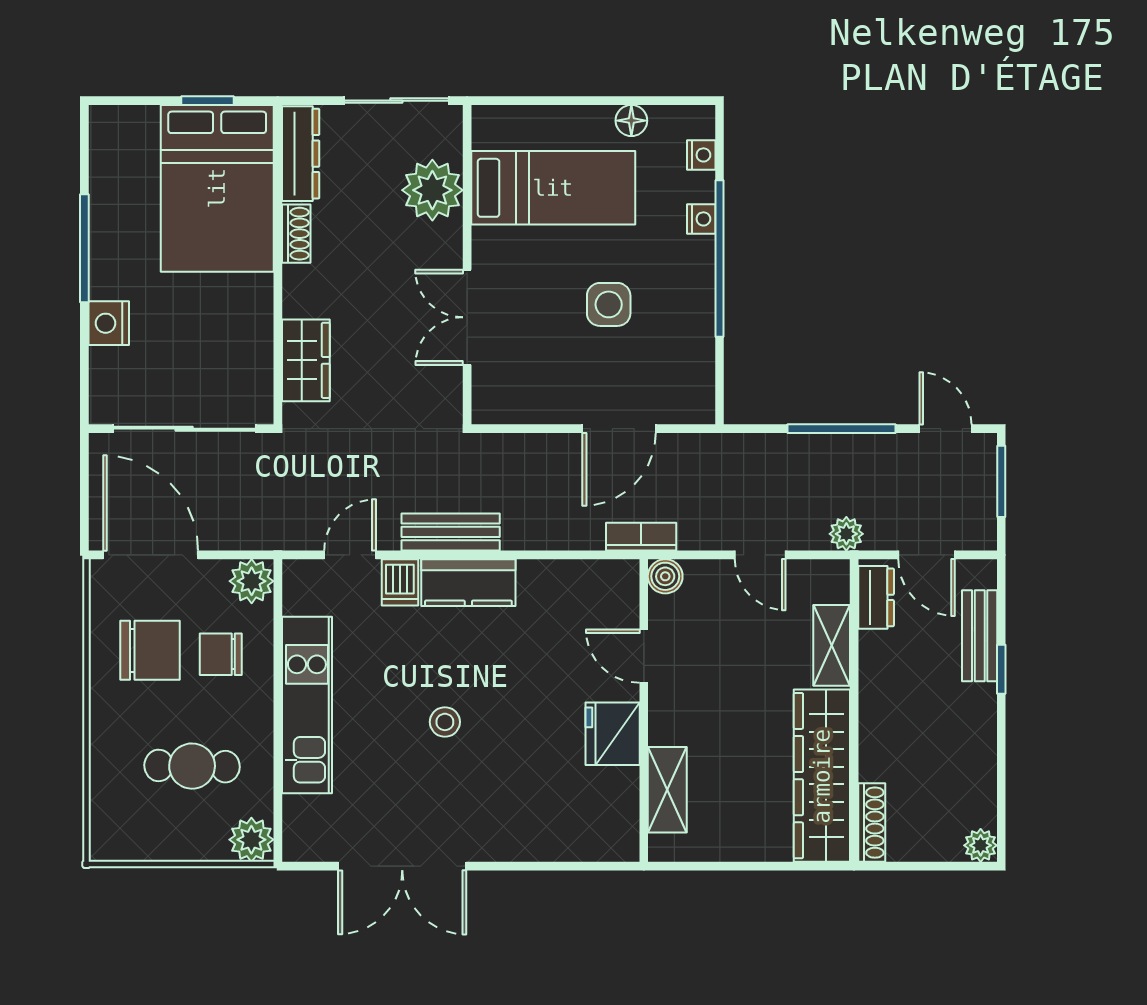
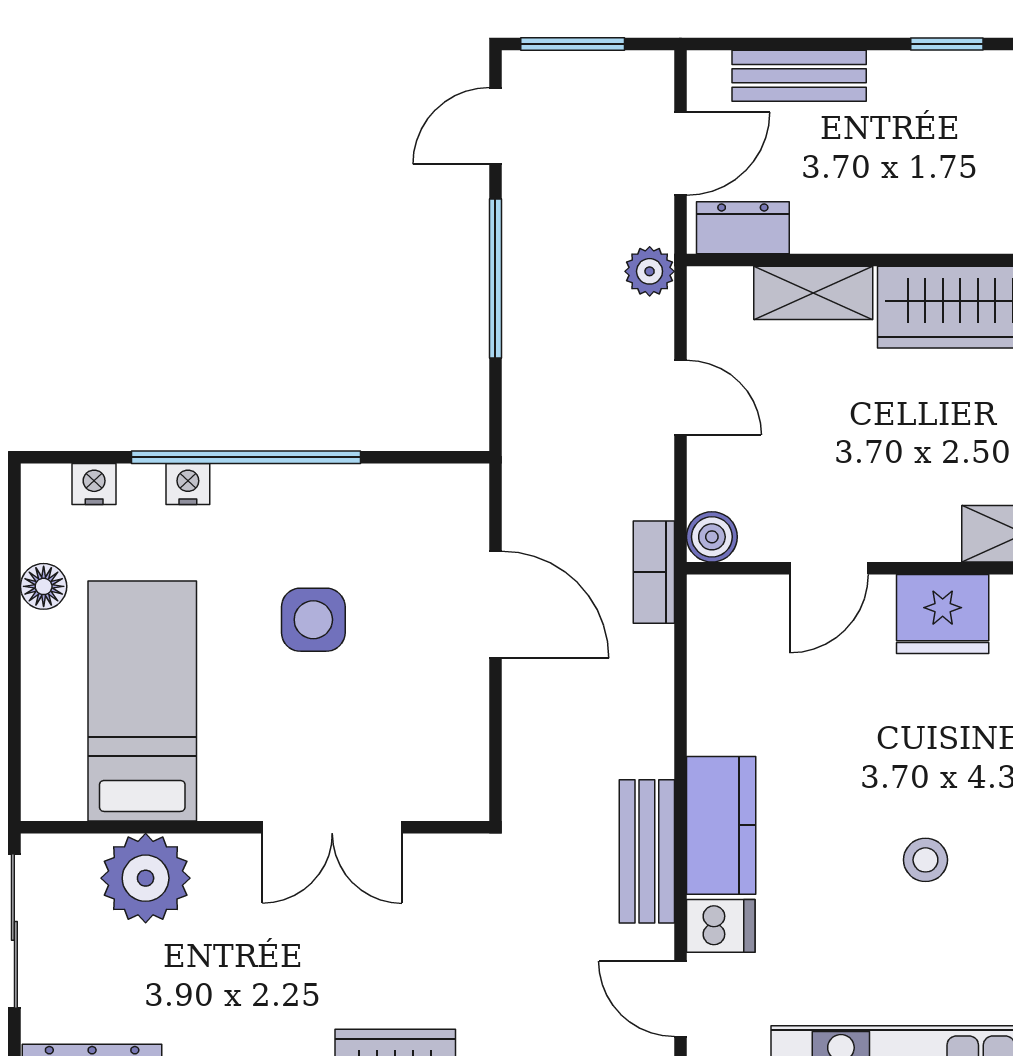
door: (760, 555) -> (680, 398), hinge flipped
window: (1001, 669) -> (947, 44), moved

